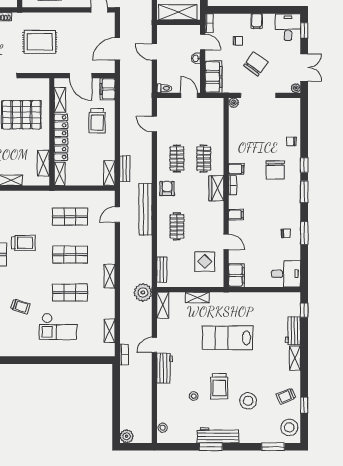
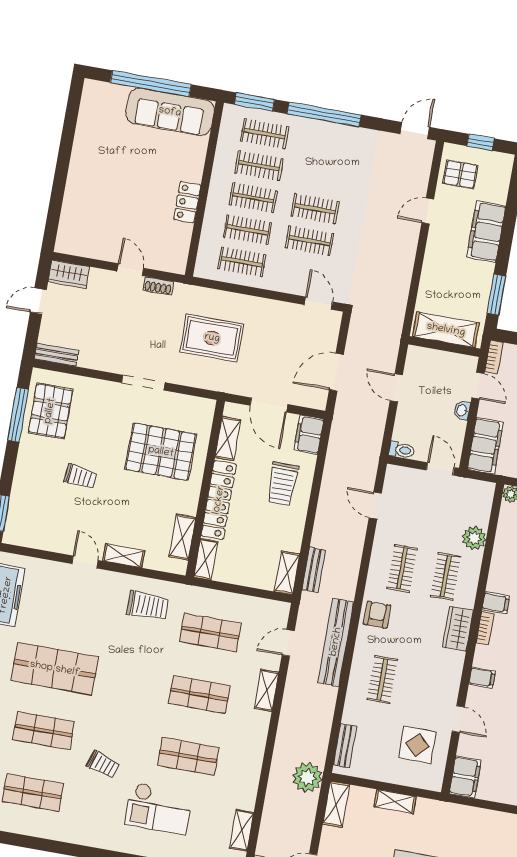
plant: (216, 133) -> (474, 538), added
trolley: (23, 243) -> (148, 606), moved
shelving: (109, 276) -> (266, 690), moved

